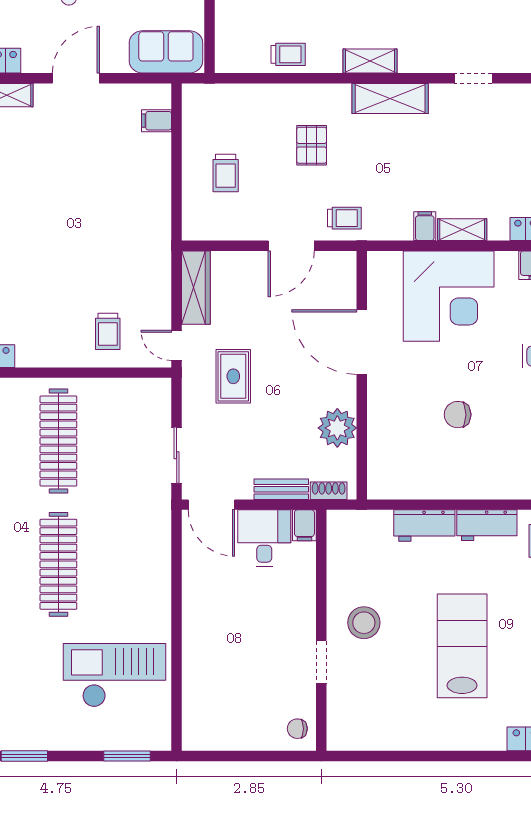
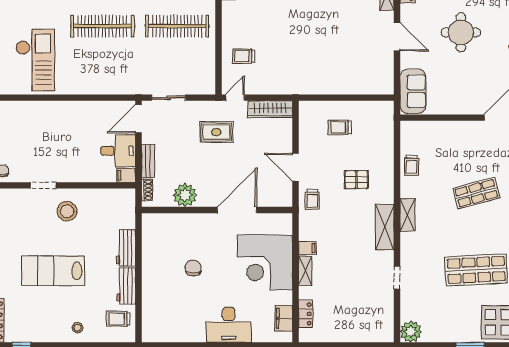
filing cabinet: (157, 121) -> (371, 86), removed
lab bench: (462, 646) -> (53, 271), turned 180

